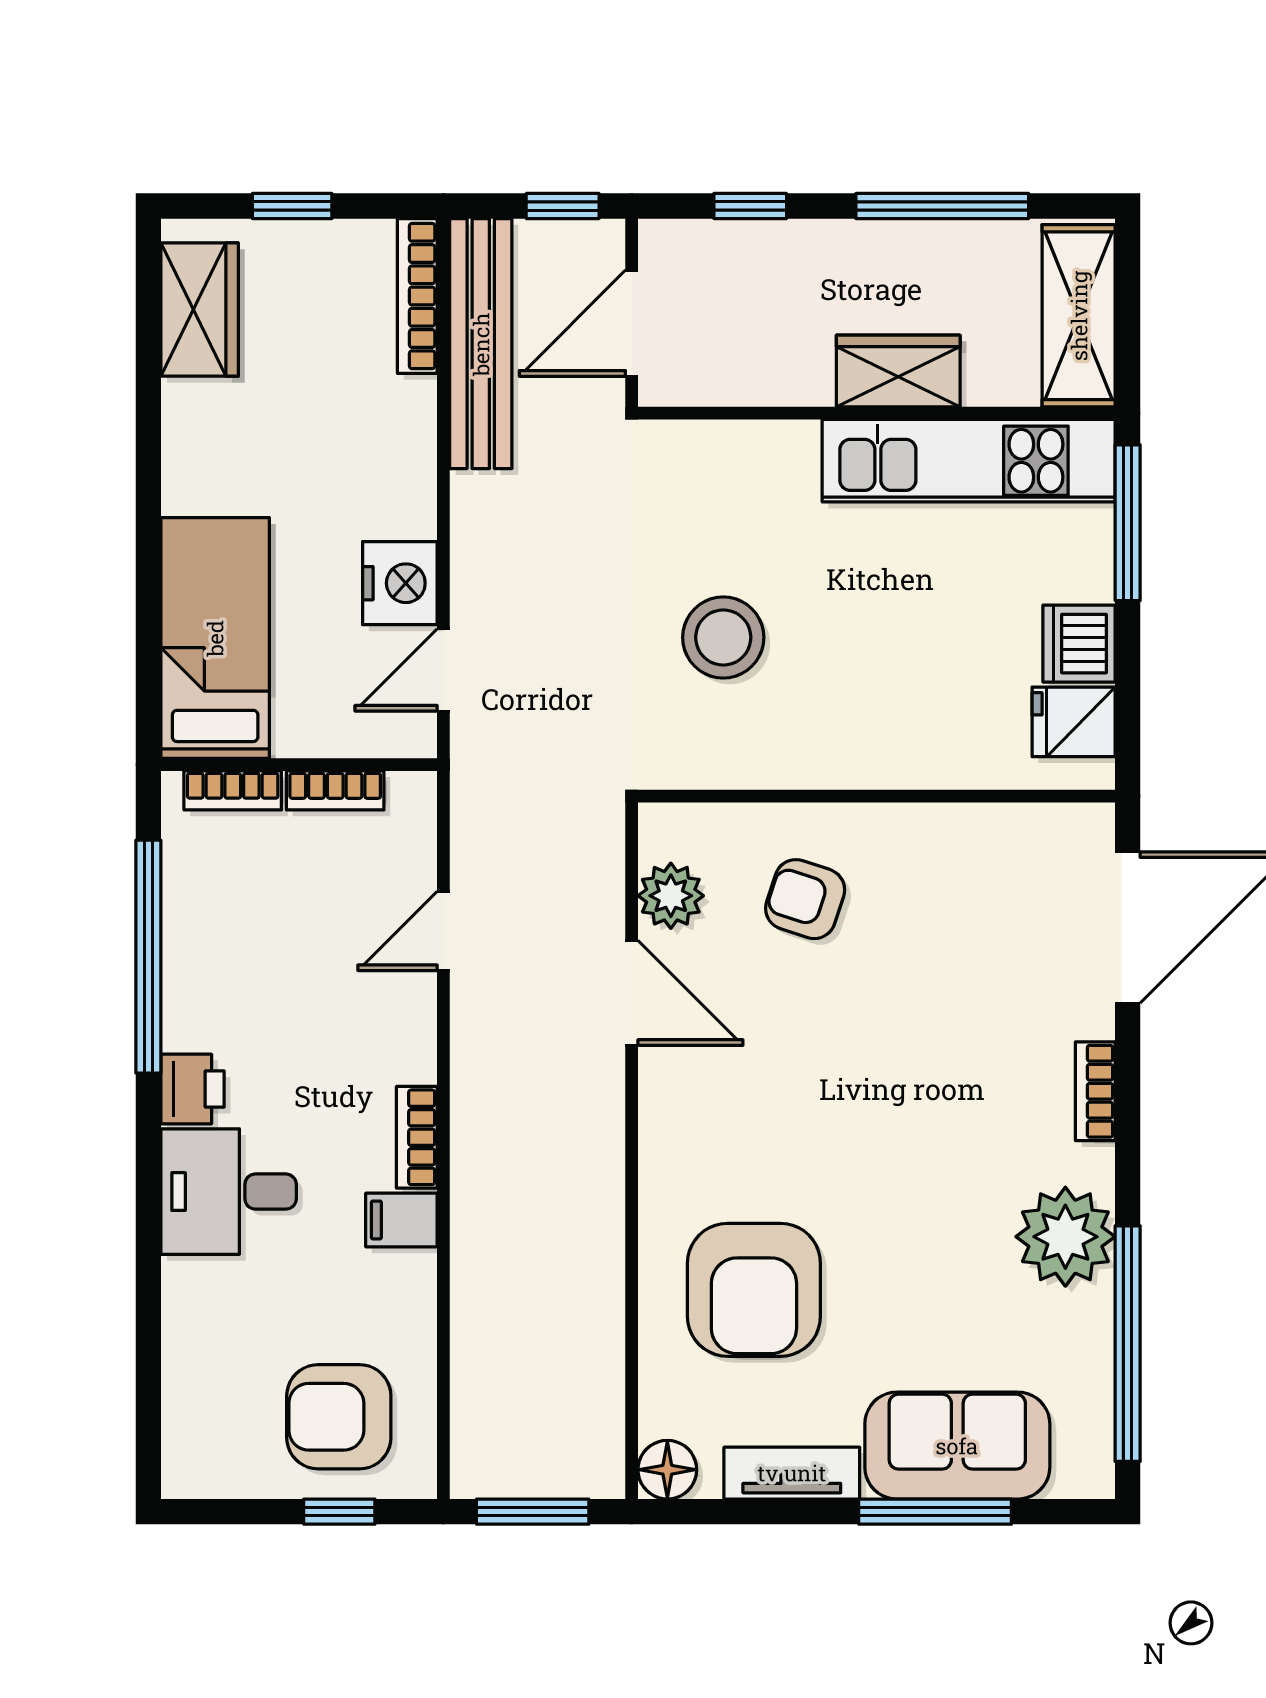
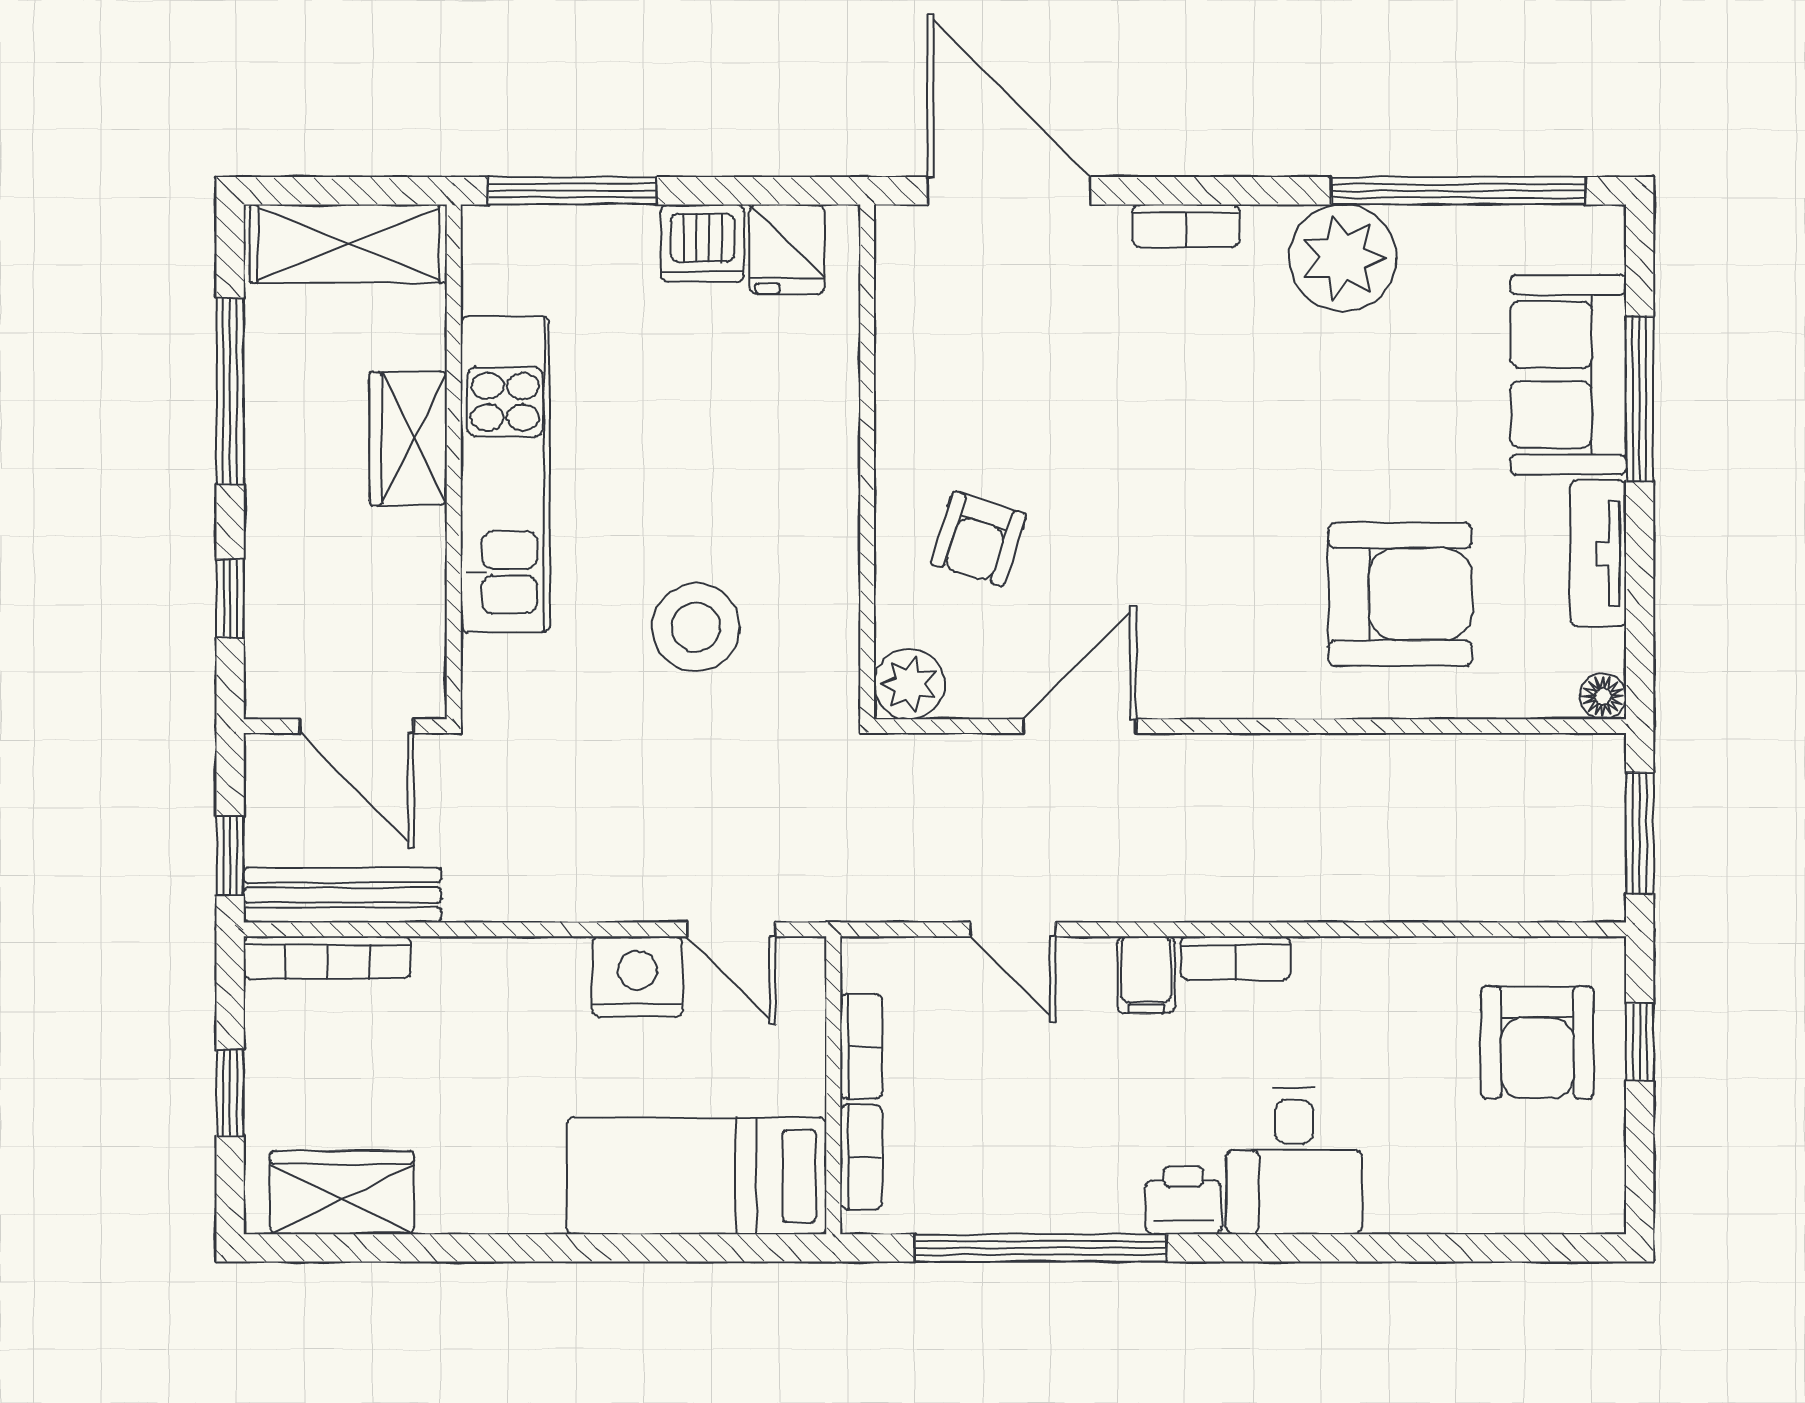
window: (563, 206) -> (230, 856), moved
bench: (481, 344) -> (342, 895), width x0.73, depth x0.82
kitchen unit: (969, 461) -> (505, 474), moved
plant: (671, 896) -> (909, 684), moved
filing cabinet: (401, 1220) -> (1146, 975), moved
floor lamp: (667, 1470) -> (1603, 696), width x0.73, depth x0.73

